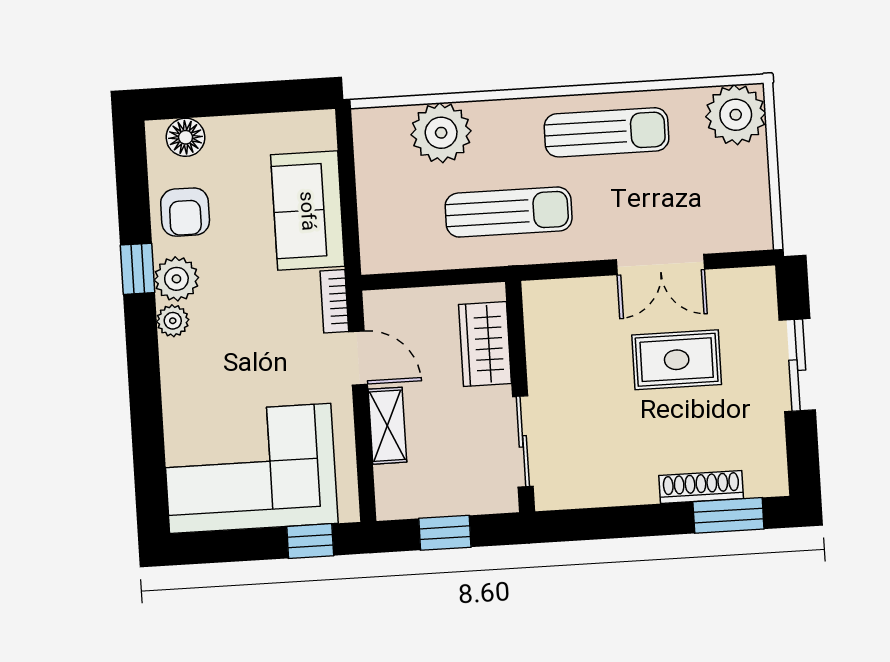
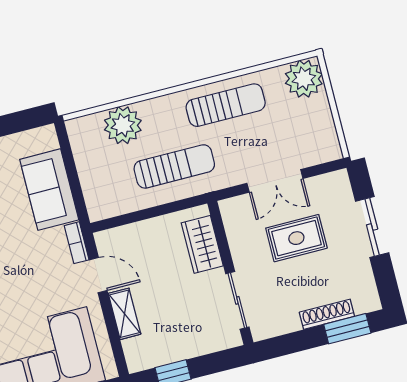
wardrobe: (485, 344) -> (202, 244), moved
wall: (520, 397) -> (230, 273), moved
sliding door: (523, 441) -> (237, 300), moved

